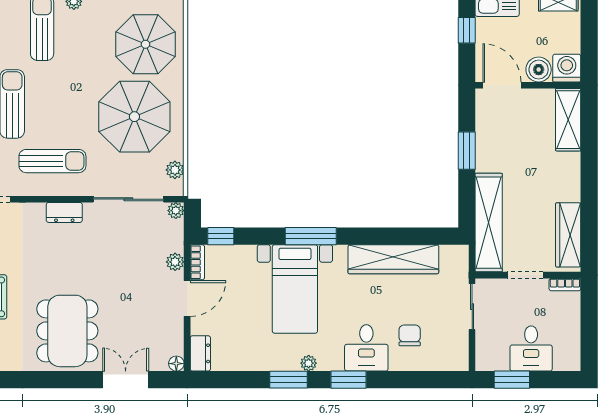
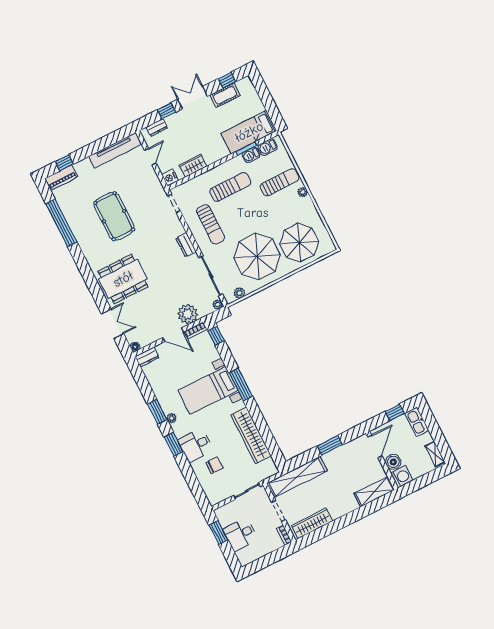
plant: (175, 262) -> (188, 314), width x1.88, depth x1.88

